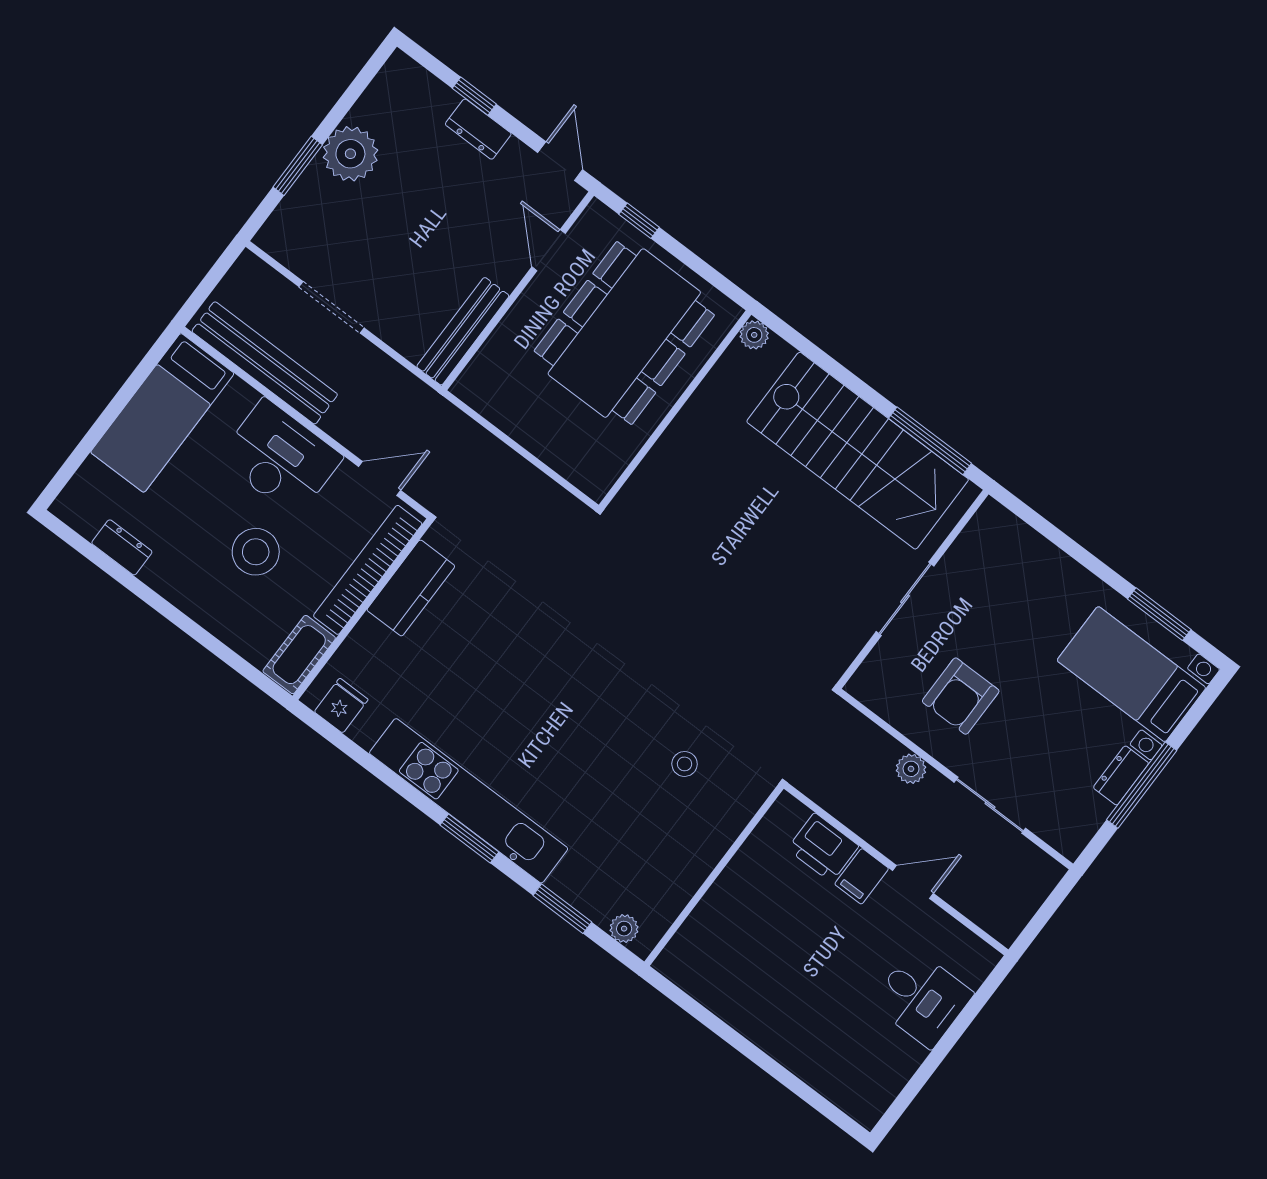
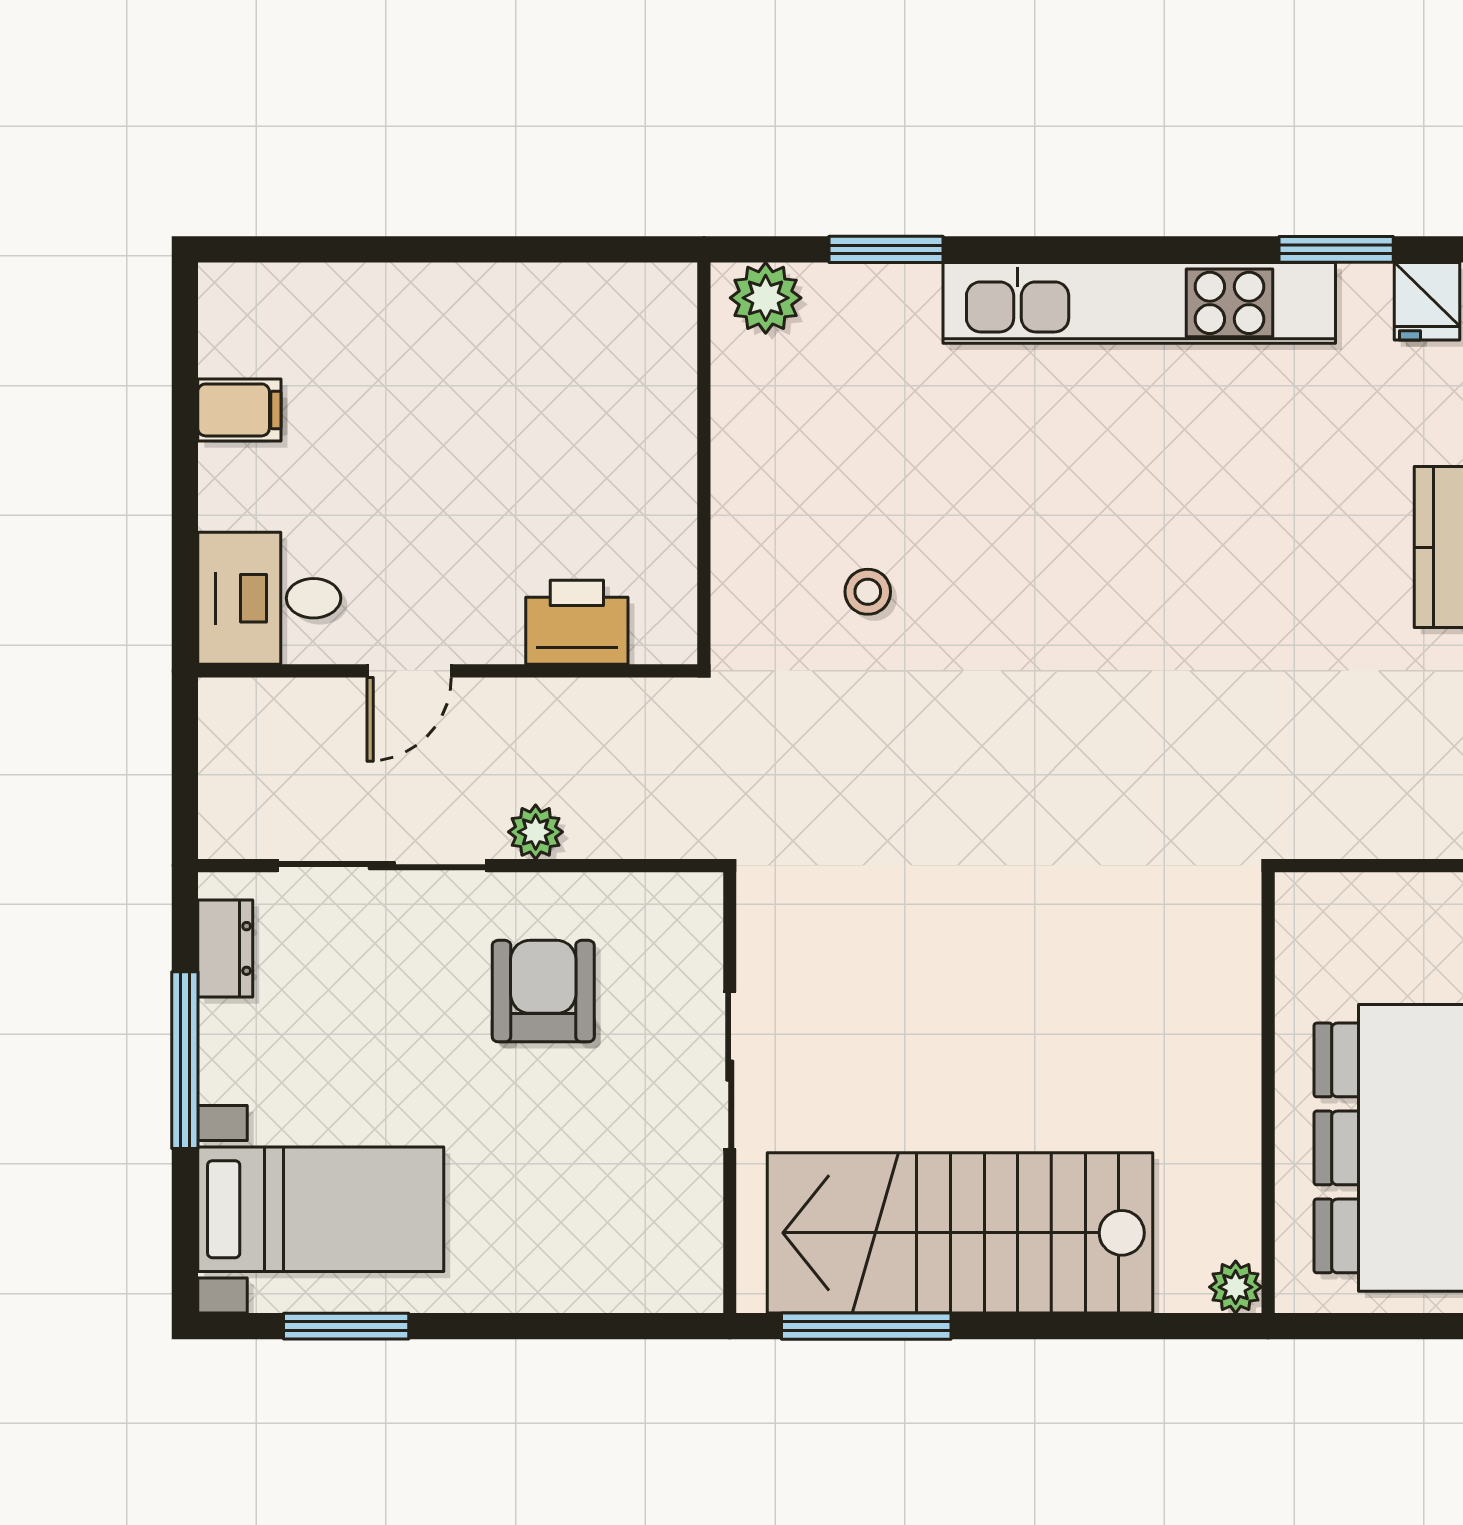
dresser: (1121, 775) -> (225, 948), moved
sliding door: (990, 805) -> (382, 866), width x1.37
window: (469, 839) -> (1336, 249), moved
filing cabinet: (862, 876) -> (239, 410), moved, turned 90
plant: (624, 929) -> (766, 298), width x1.38, depth x1.38
desk: (922, 998) -> (269, 598), moved

